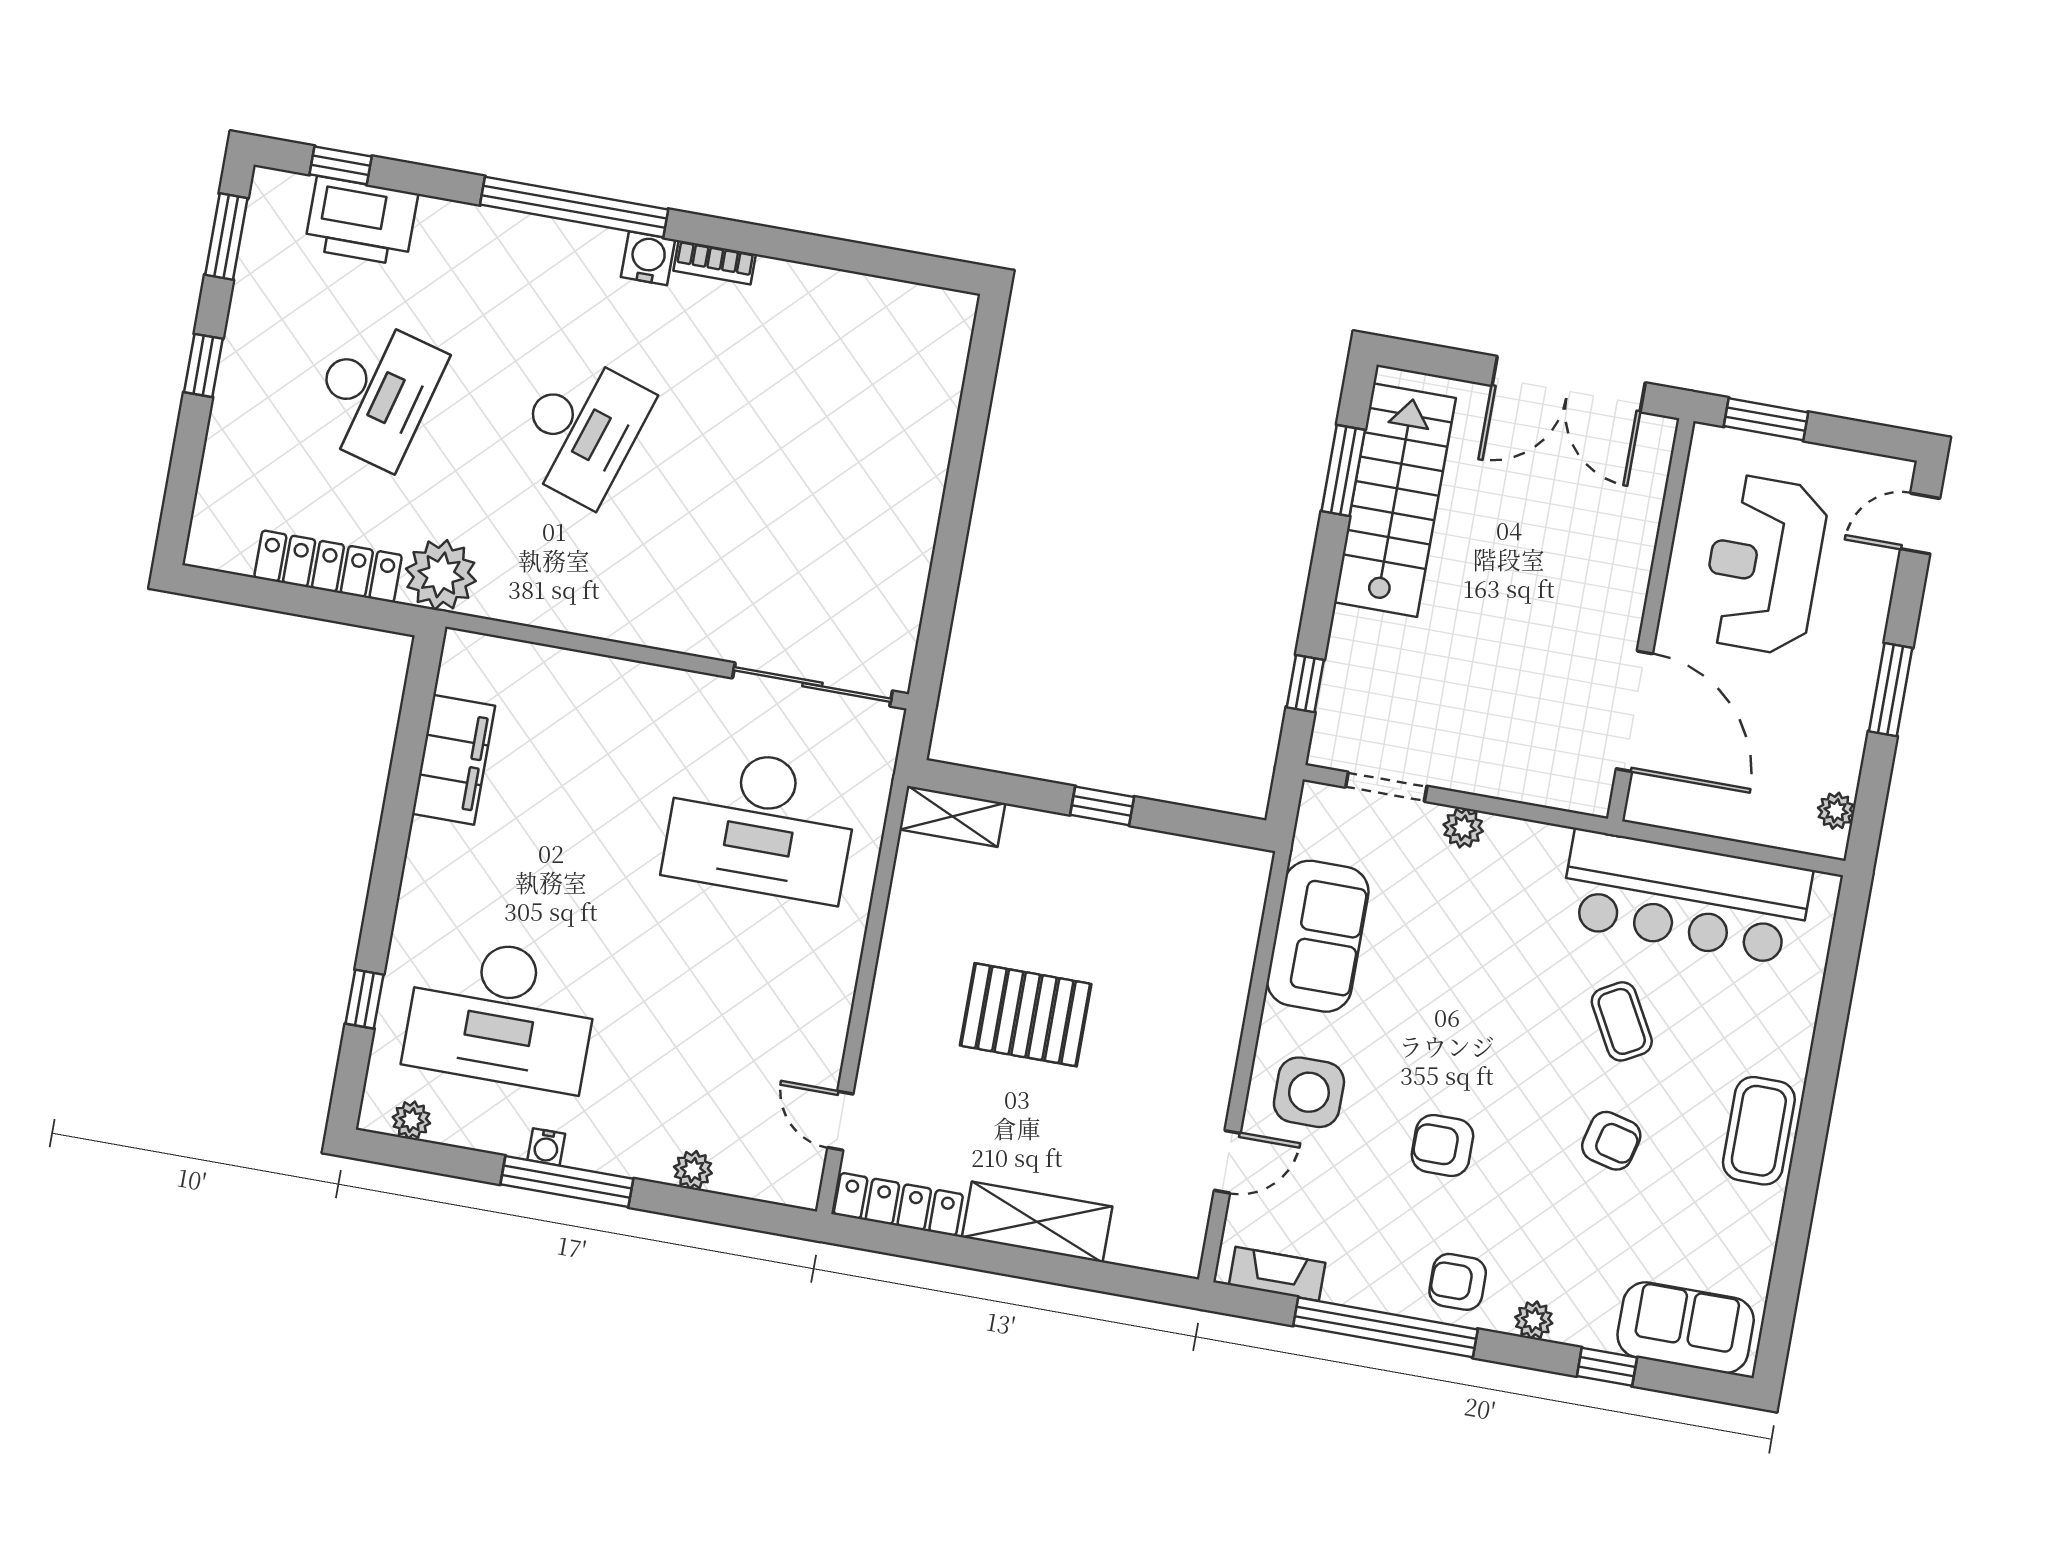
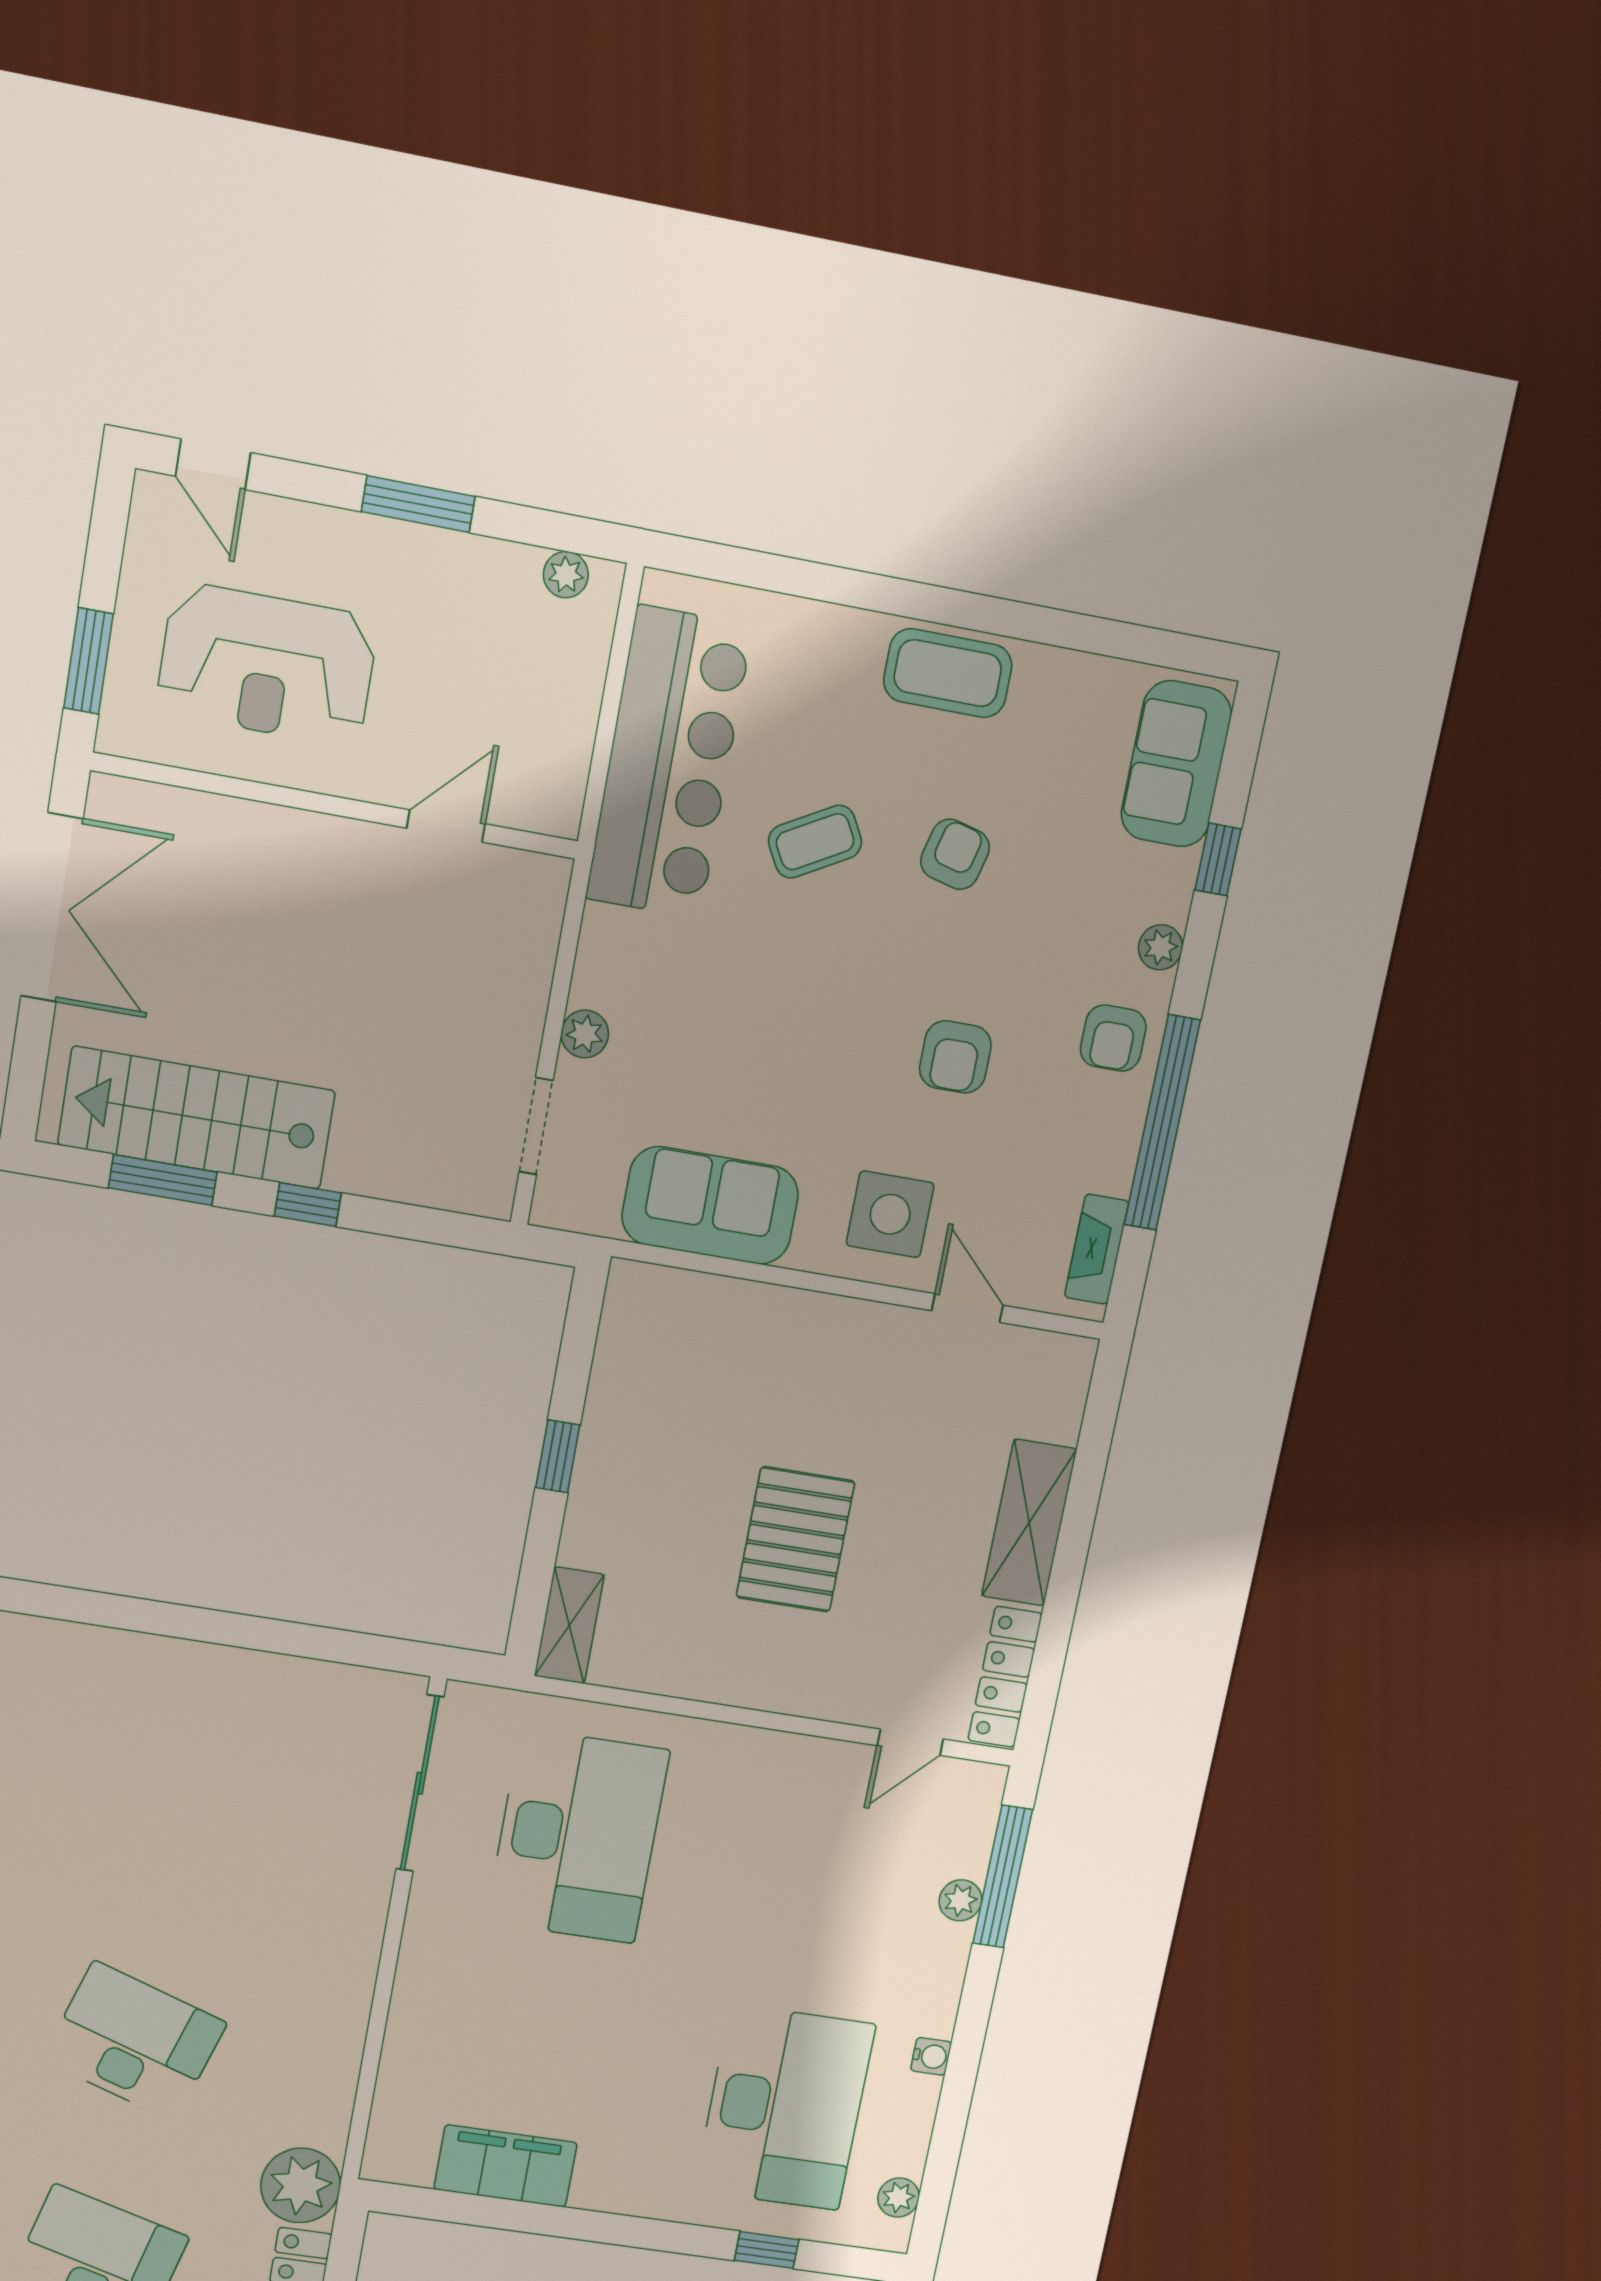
window: (1305, 684) -> (308, 1205), moved
door: (1634, 711) -> (446, 826), width x0.53
window: (567, 1182) -> (1003, 1877), moved

